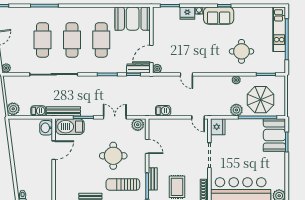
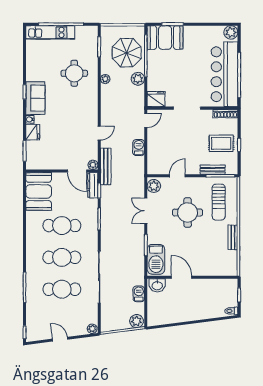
bench: (63, 111) -> (106, 166), moved
barbecue: (163, 111) -> (139, 148), moved

